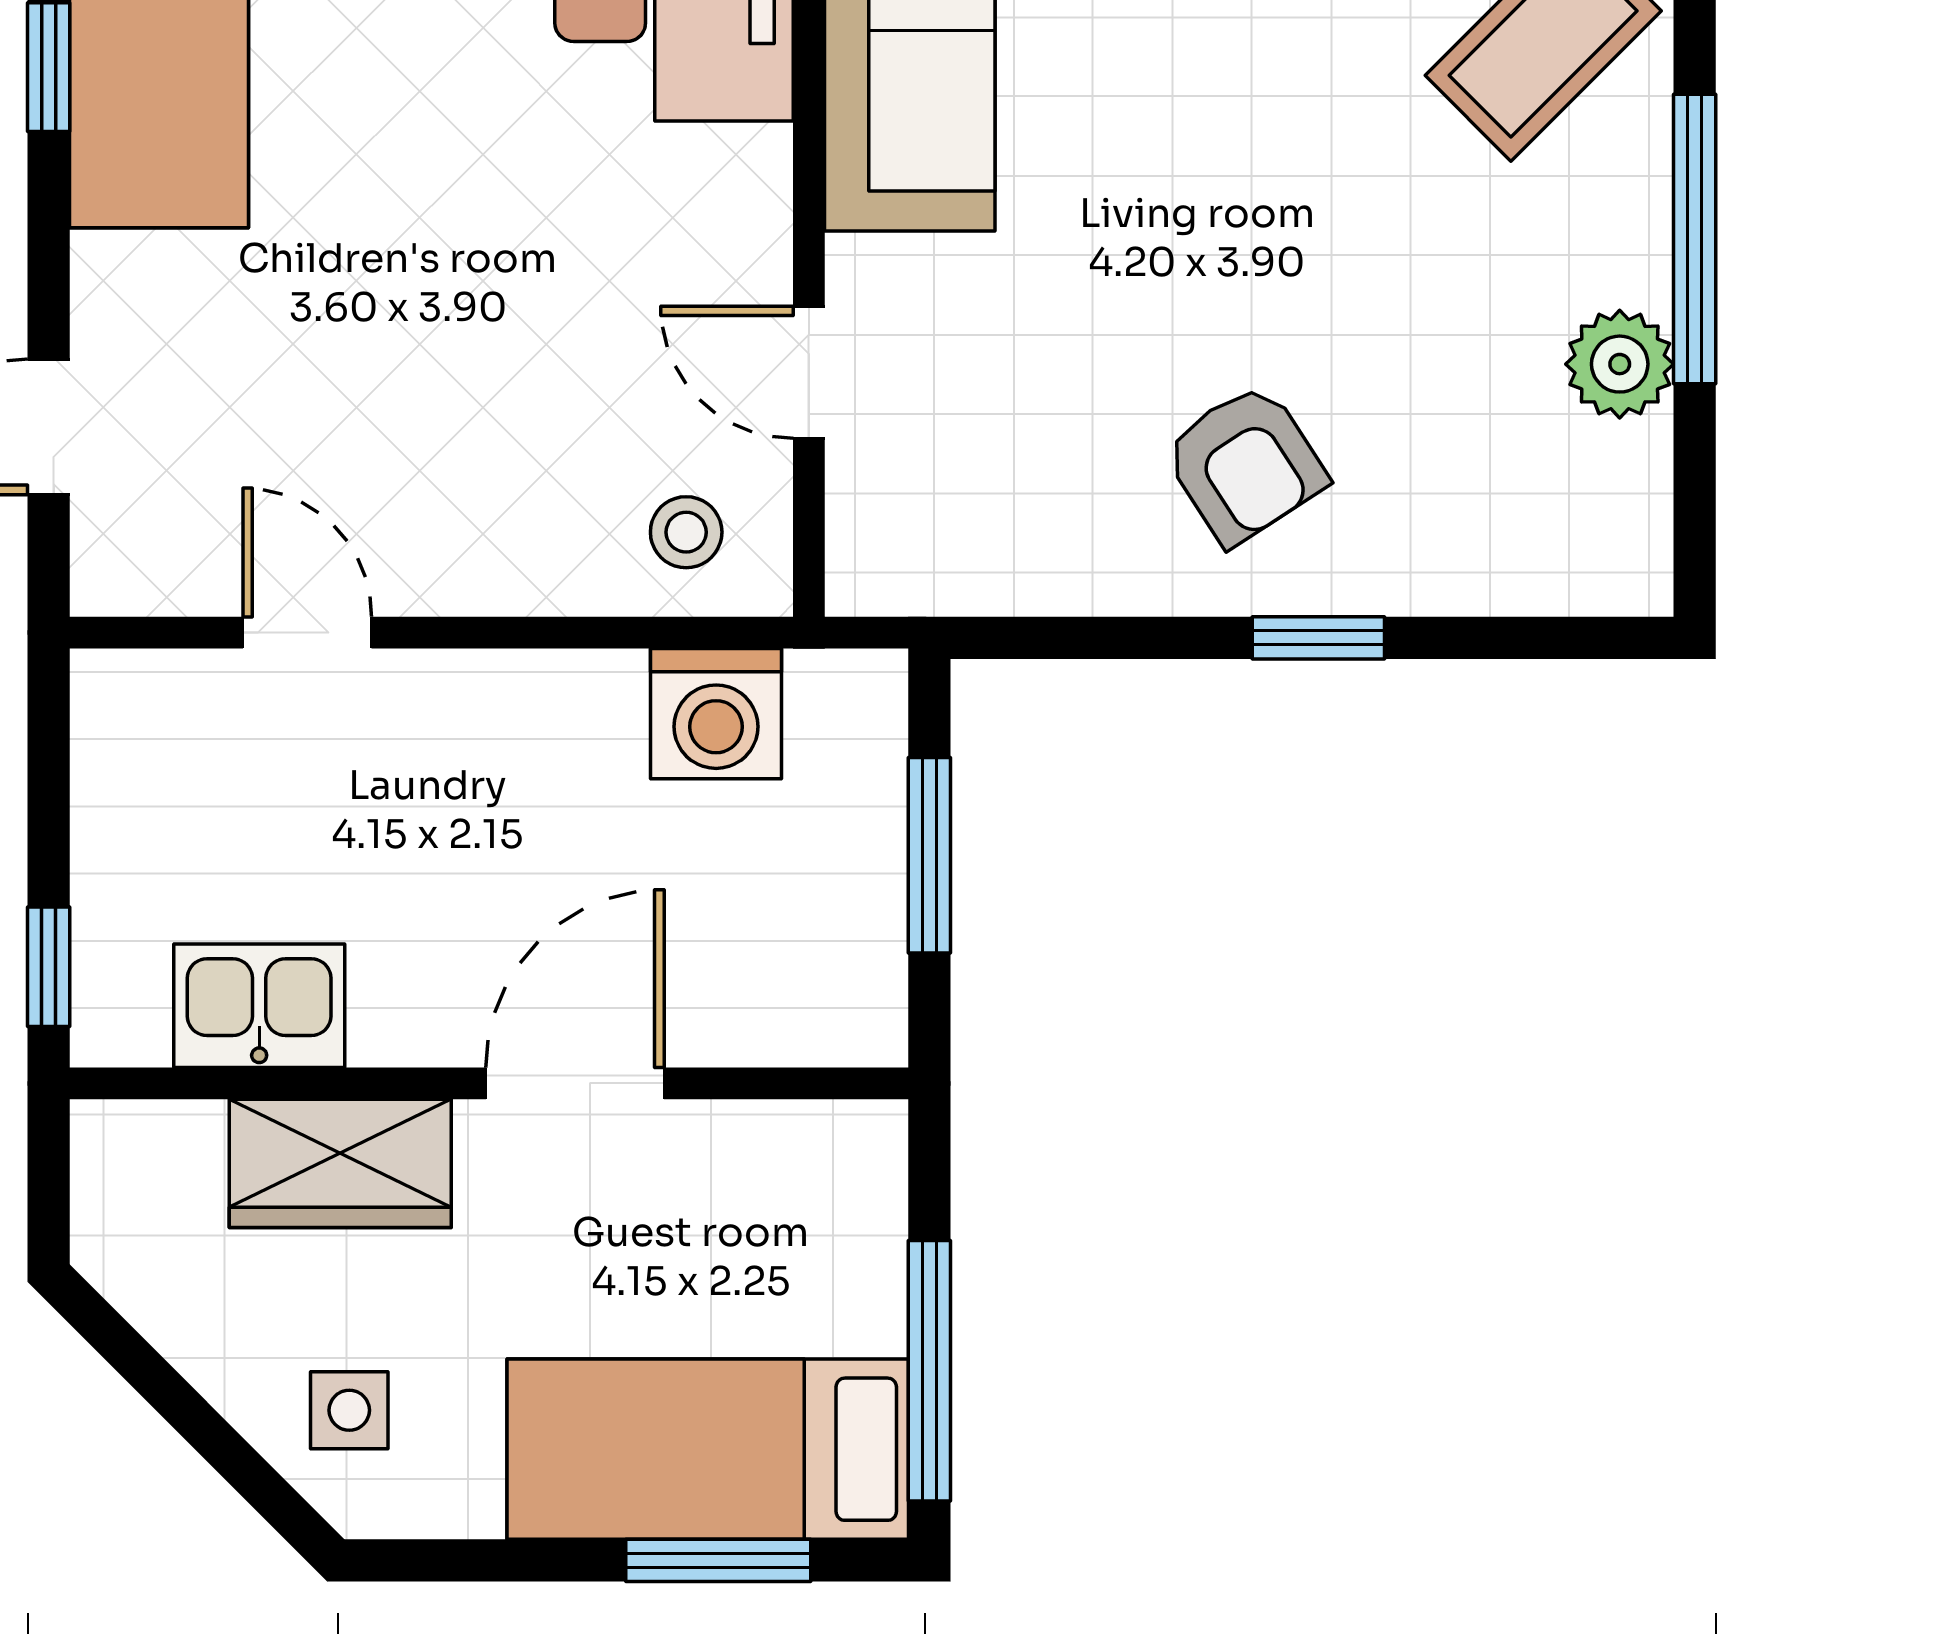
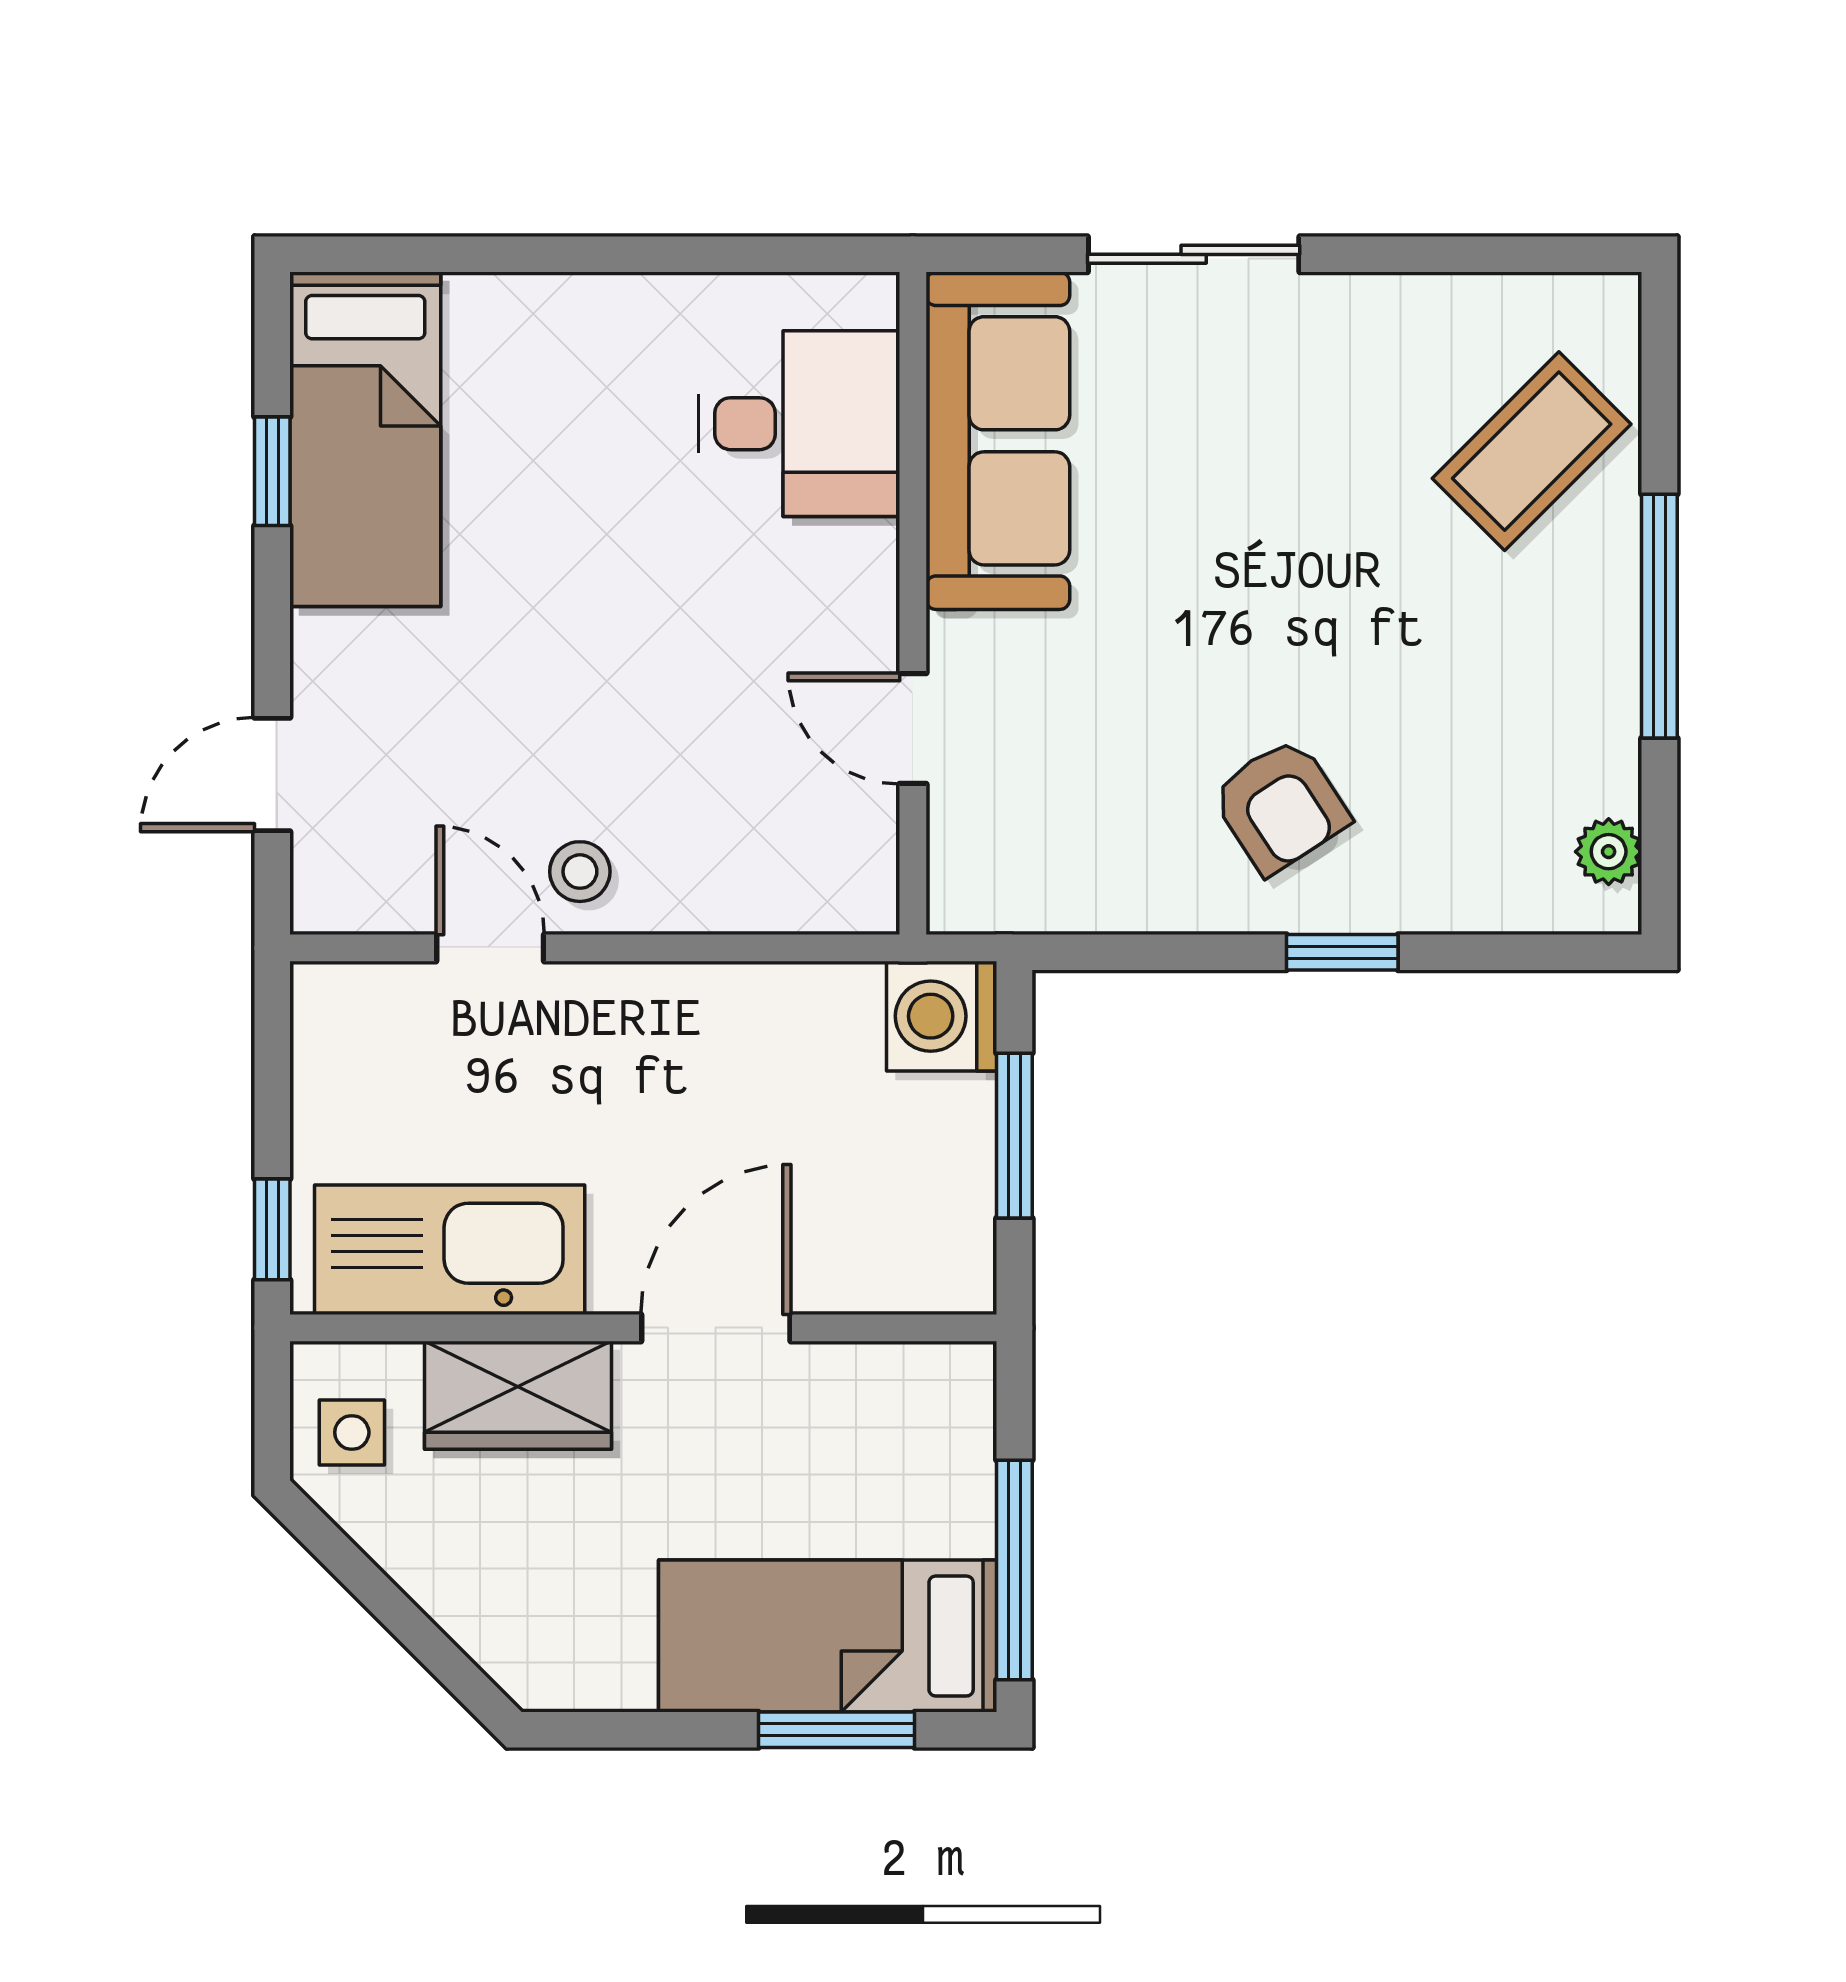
plant: (1620, 364) -> (1609, 852), moved, width x0.73, depth x0.73
stool: (686, 532) -> (580, 872), moved
washing machine: (716, 714) -> (942, 1016), moved, turned 90
kitchen sink: (259, 1006) -> (450, 1250), width x1.88, depth x1.24
side table: (349, 1410) -> (352, 1432), moved

